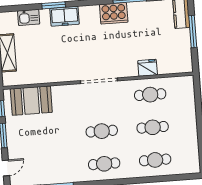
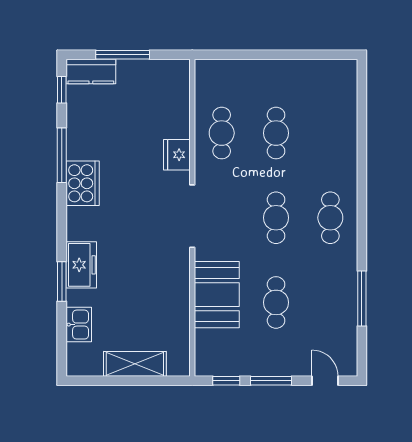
fridge: (148, 68) -> (177, 155), moved
booth: (31, 101) -> (217, 295), moved
cafe table: (155, 160) -> (276, 302), moved

